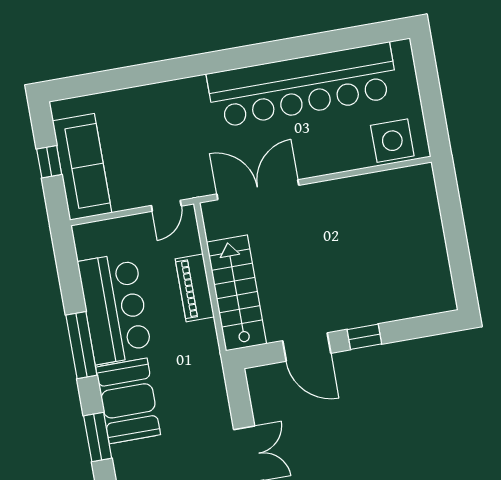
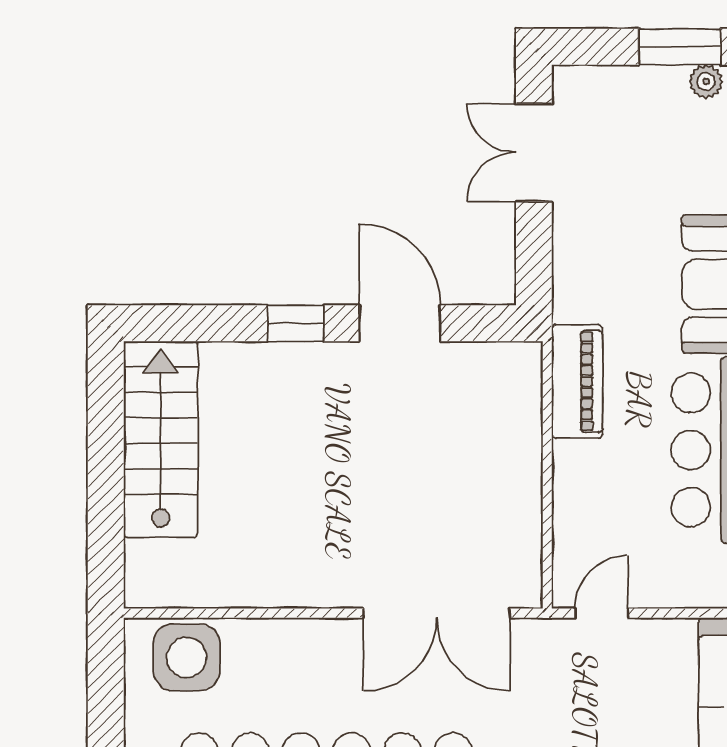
piano: (195, 288) -> (577, 381), moved
stairs: (236, 293) -> (161, 439), moved, turned 180

